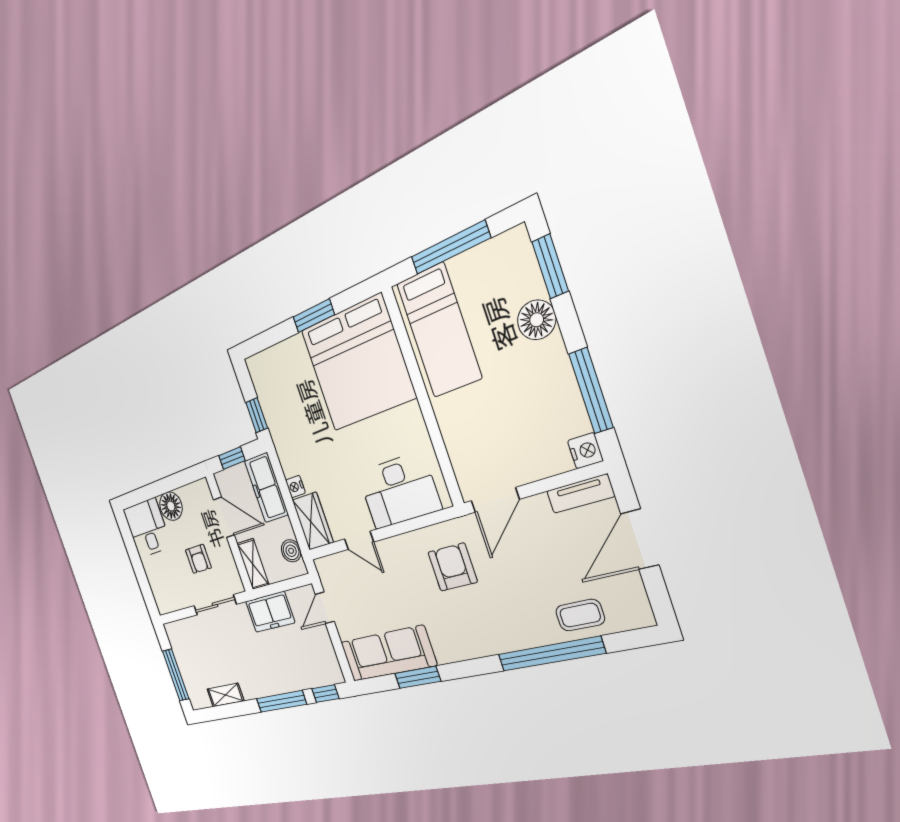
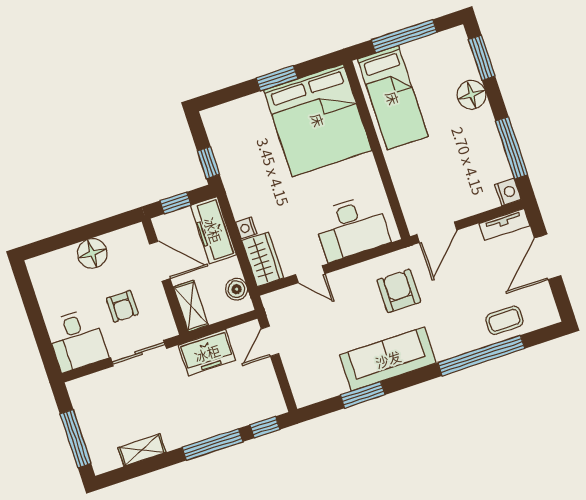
desk: (147, 528) -> (77, 340), moved, turned 180
sofa: (388, 654) -> (388, 359), moved

